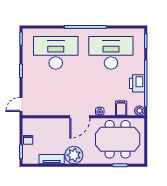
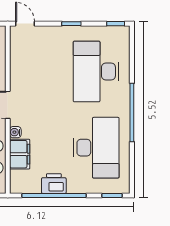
desk: (56, 53) -> (96, 71), turned 180
filing cabinet: (121, 108) -> (20, 154), width x2.00
plant: (139, 111) -> (16, 187), removed

